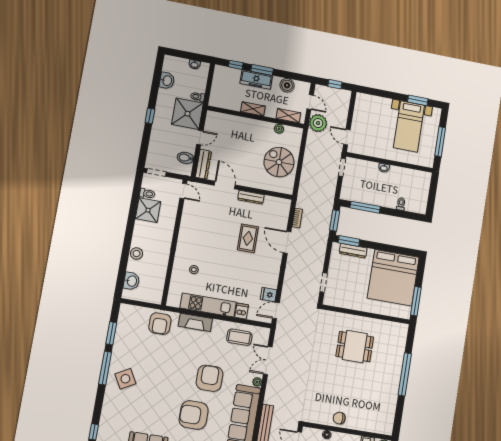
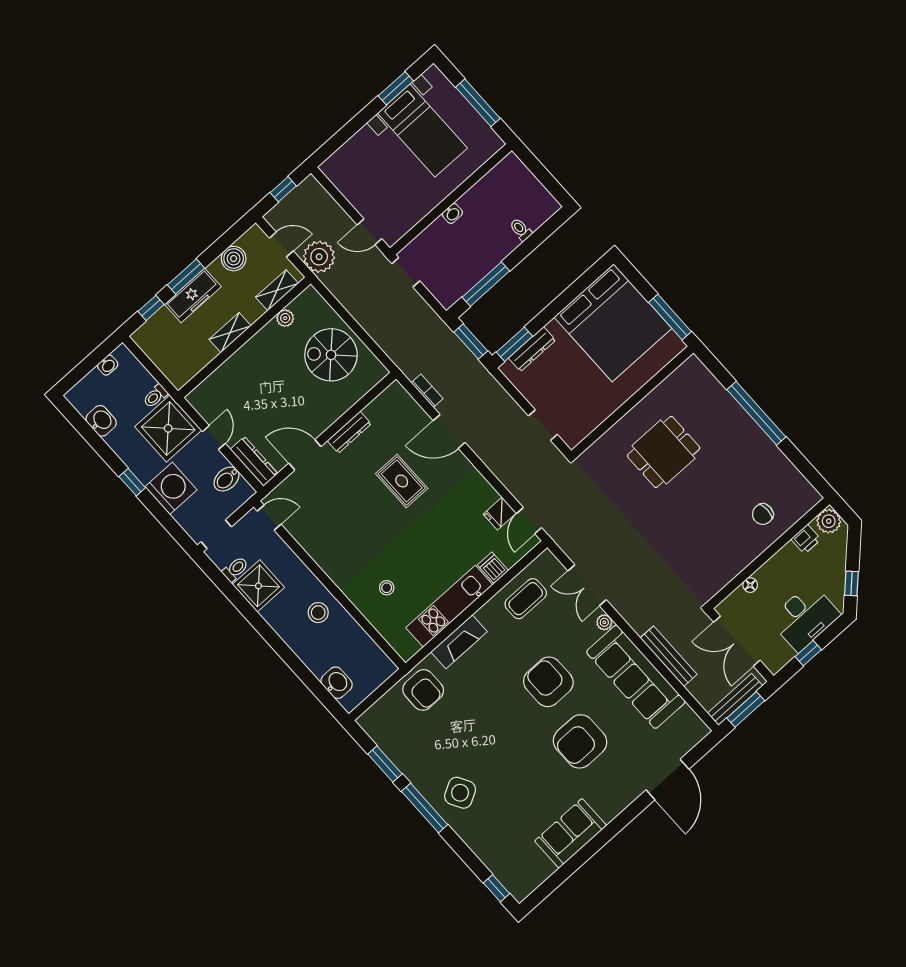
washing machine: (161, 136) -> (171, 488), added
stool: (137, 254) -> (318, 613), moved
chair: (339, 418) -> (763, 514), moved

